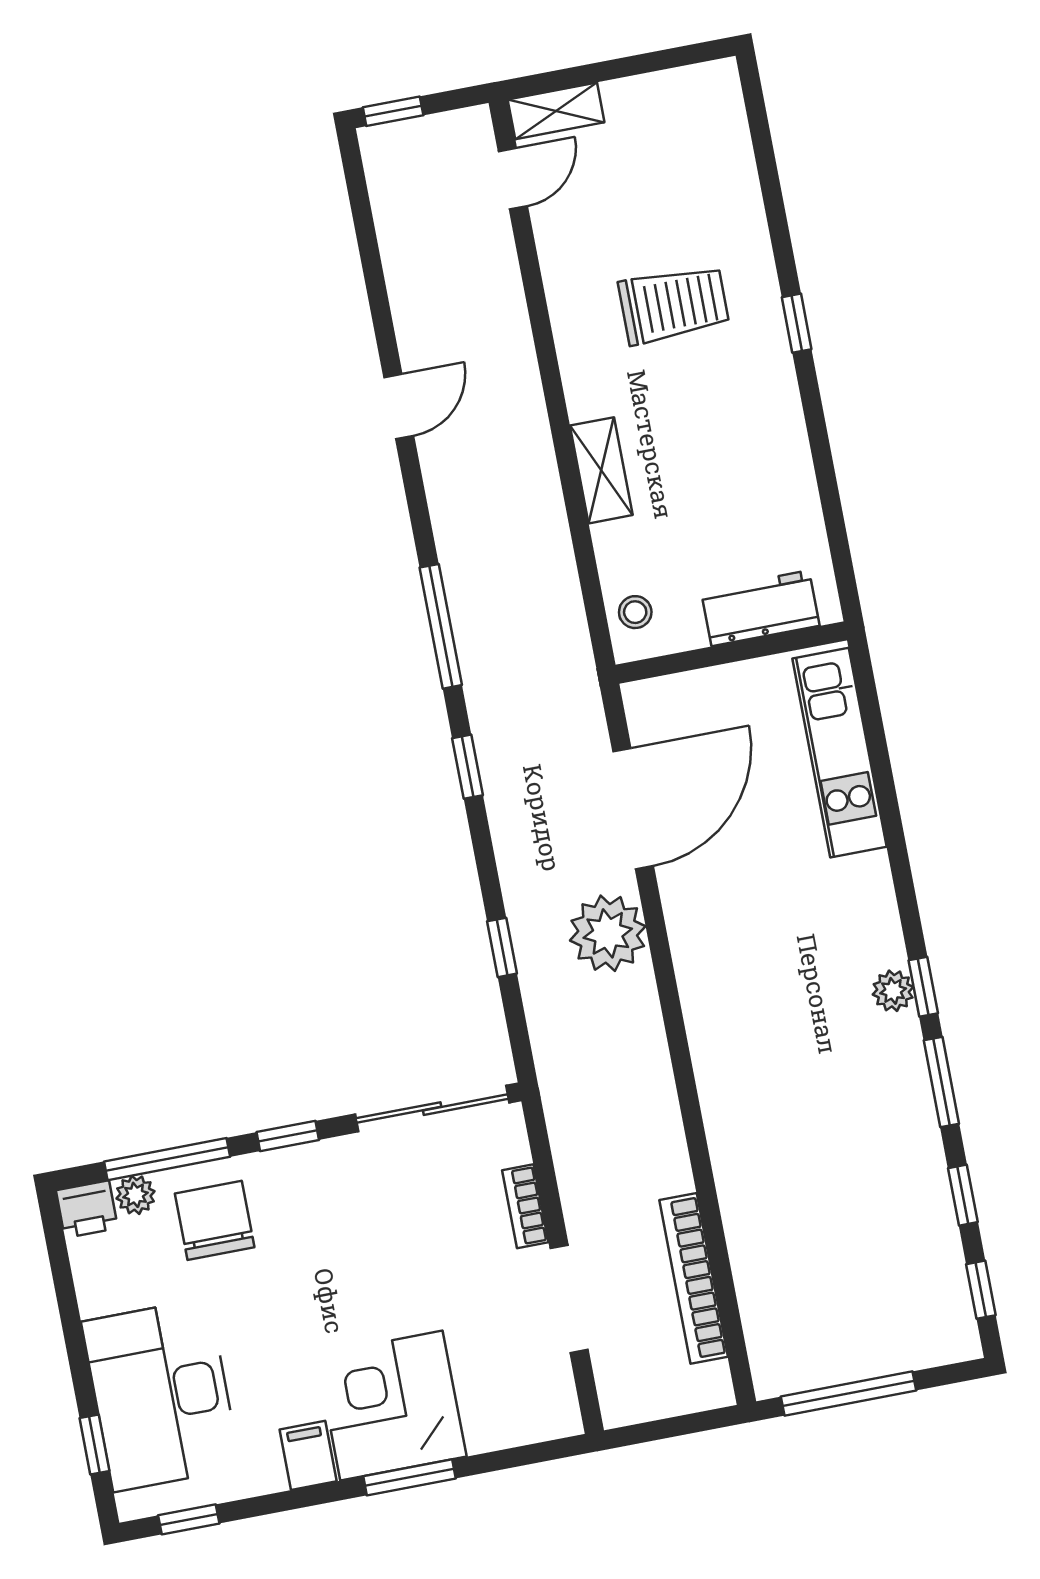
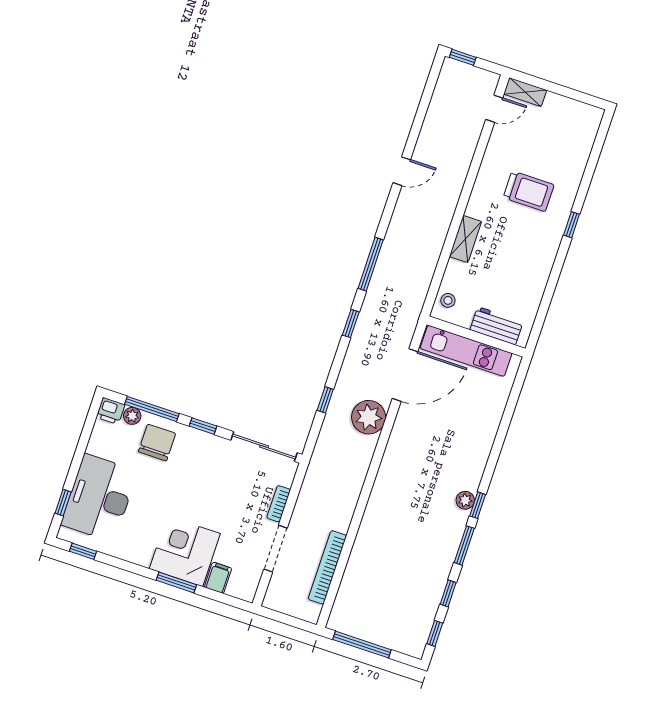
kitchen unit: (840, 753) -> (466, 351), moved, turned -90
filing cabinet: (308, 1455) -> (218, 578), moved

